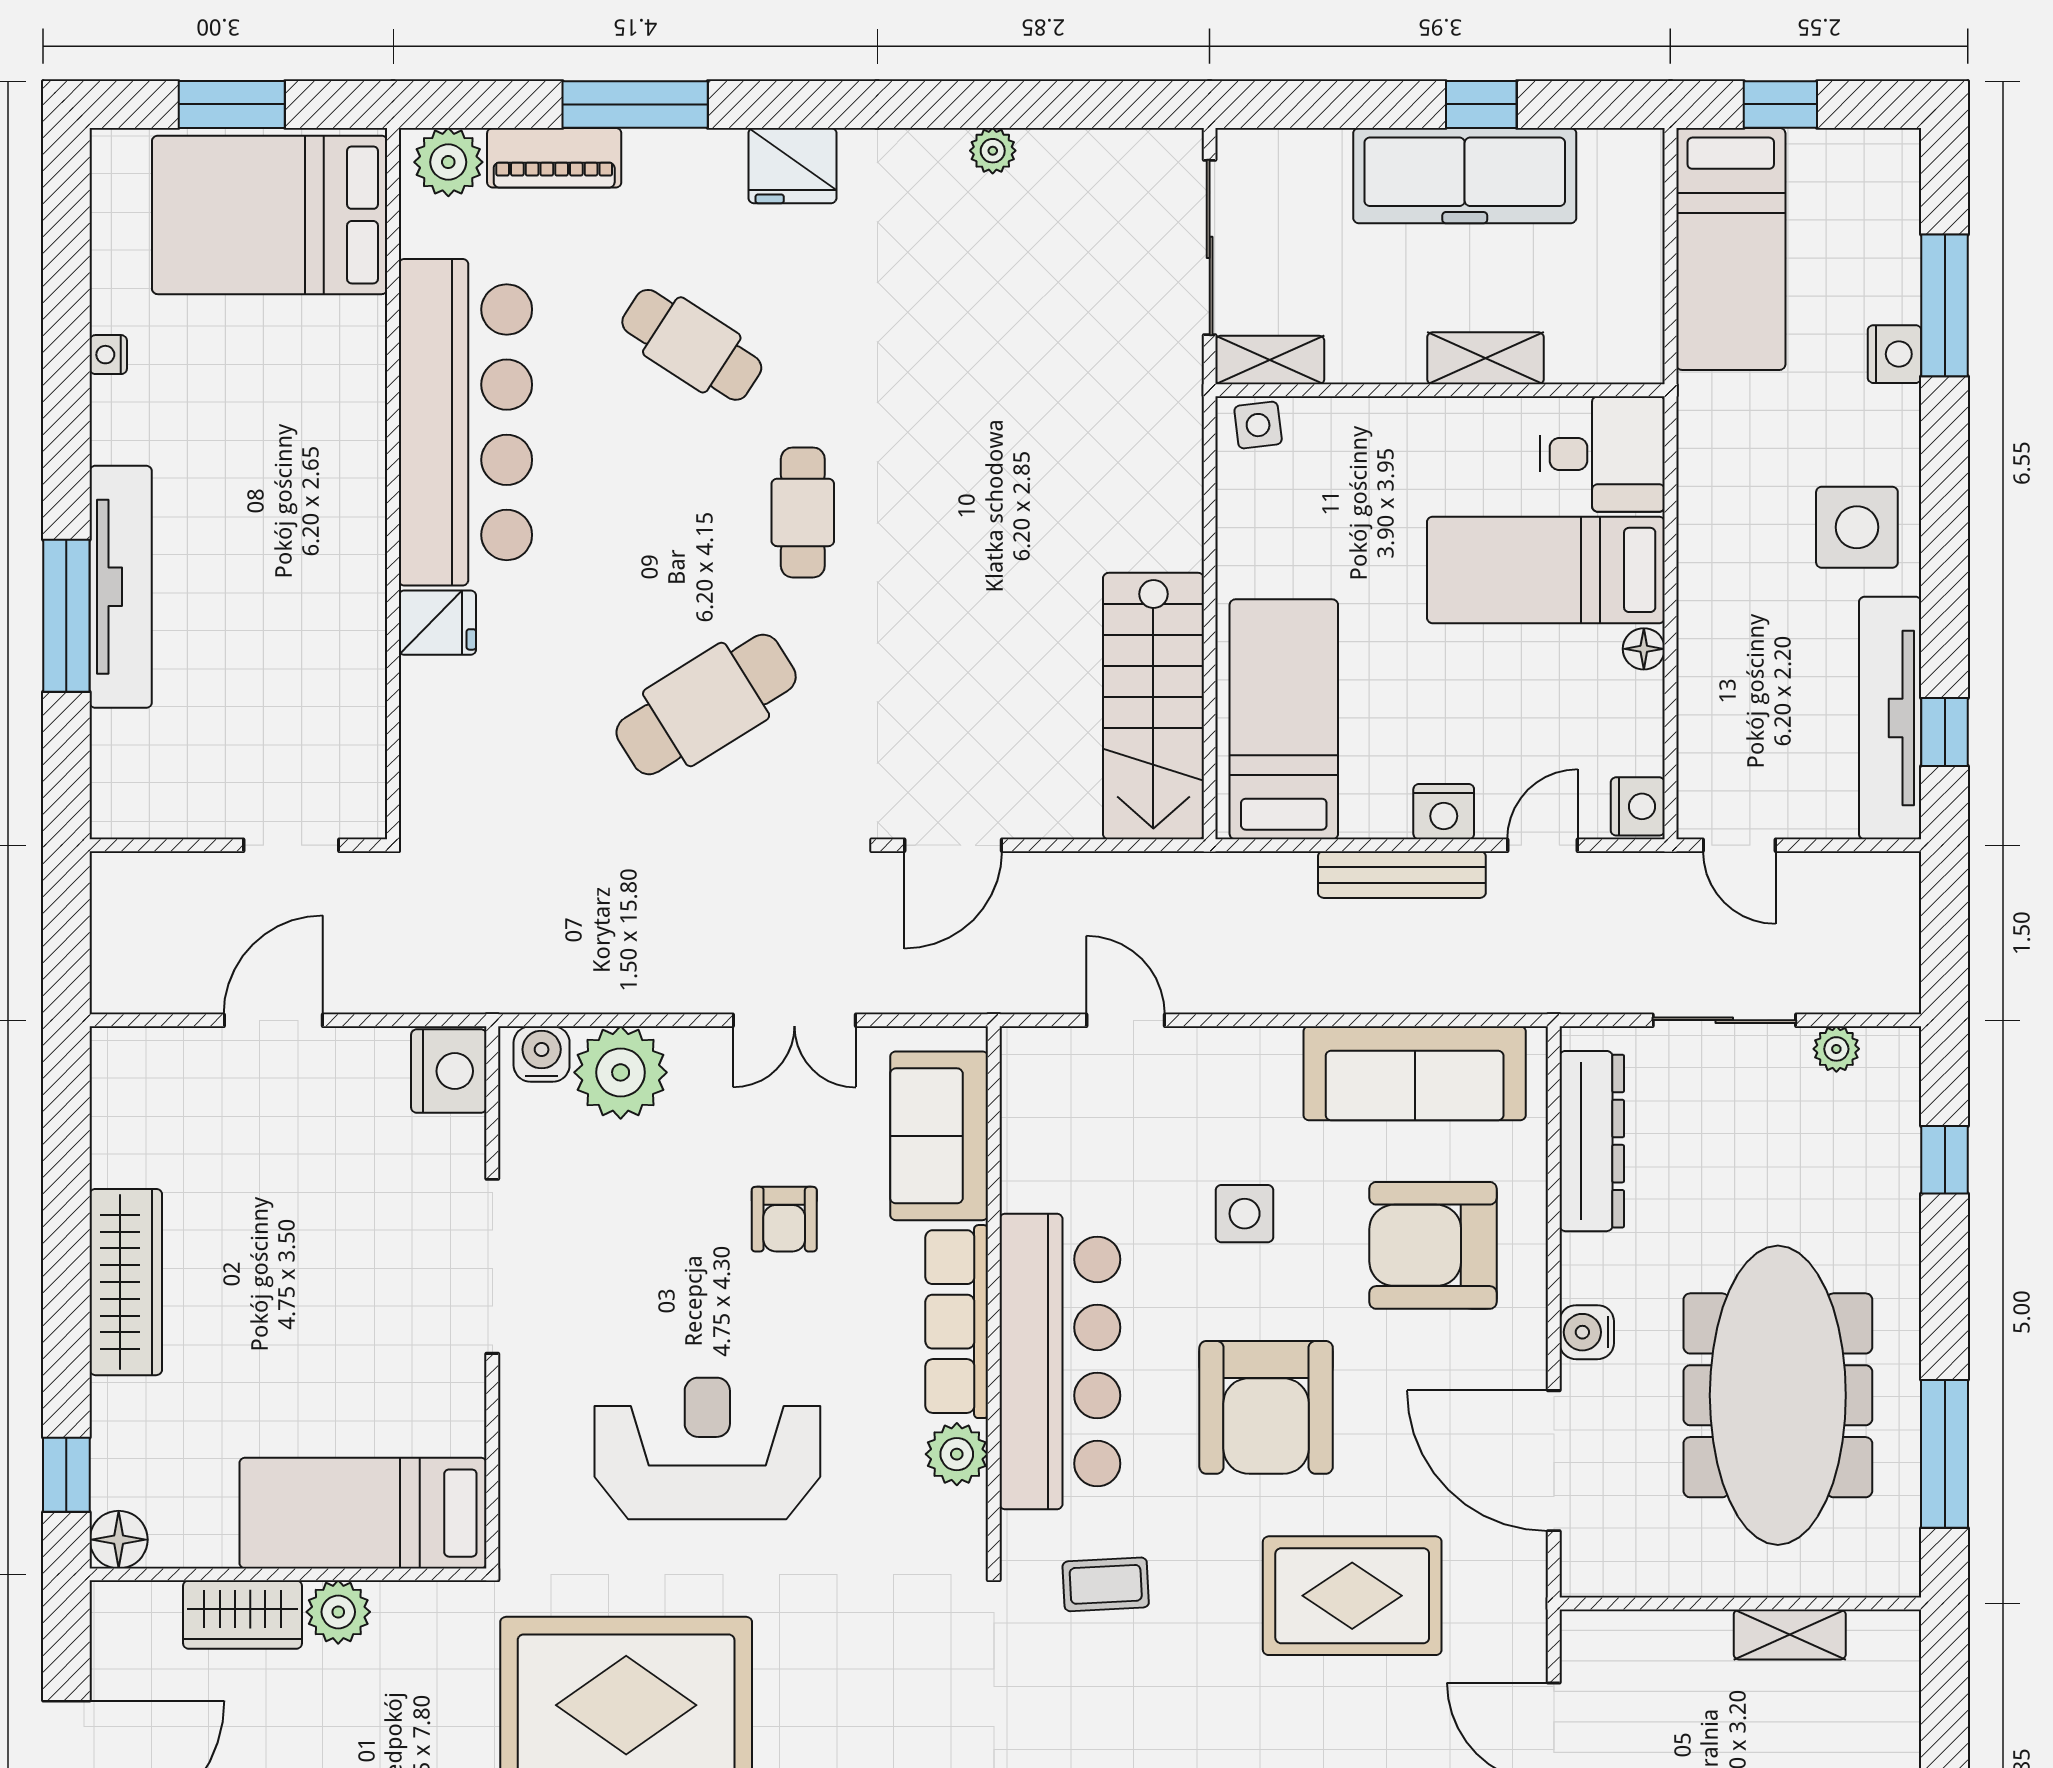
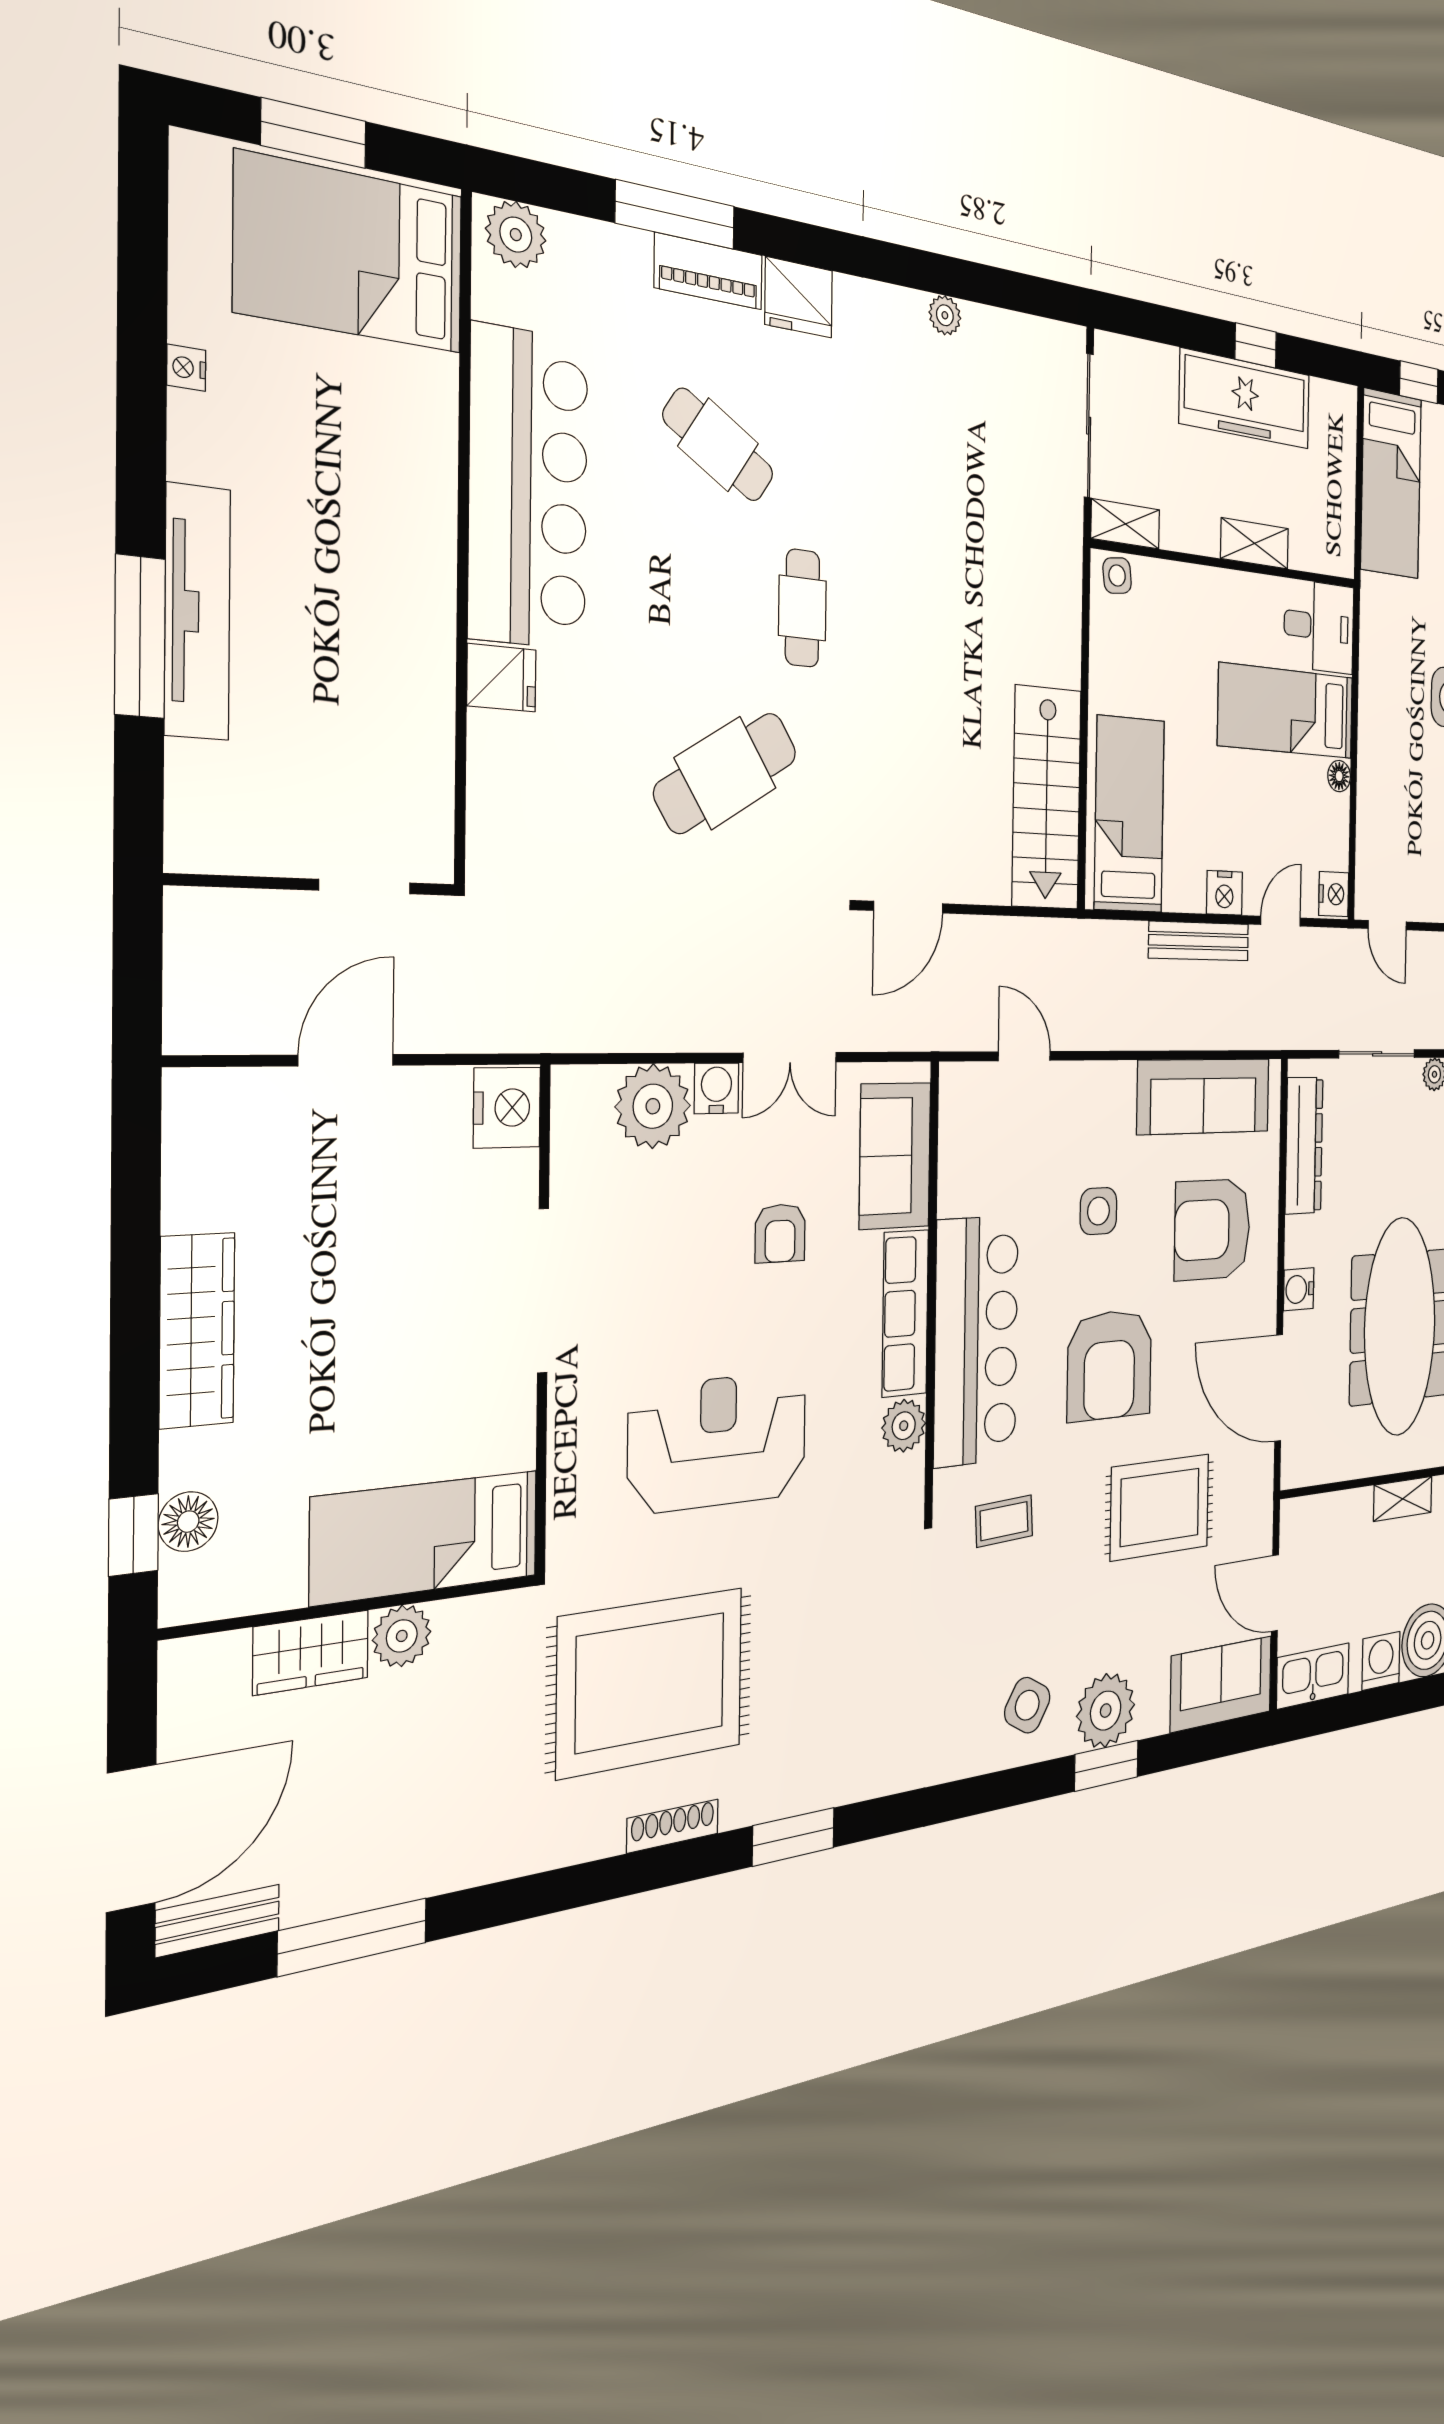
piano: (554, 158) -> (709, 271), moved
water cooler: (542, 1054) -> (716, 1088), moved
floor lamp: (119, 1540) -> (188, 1522), moved

